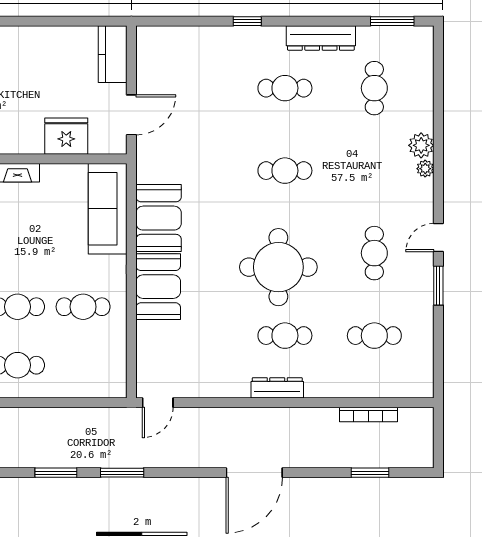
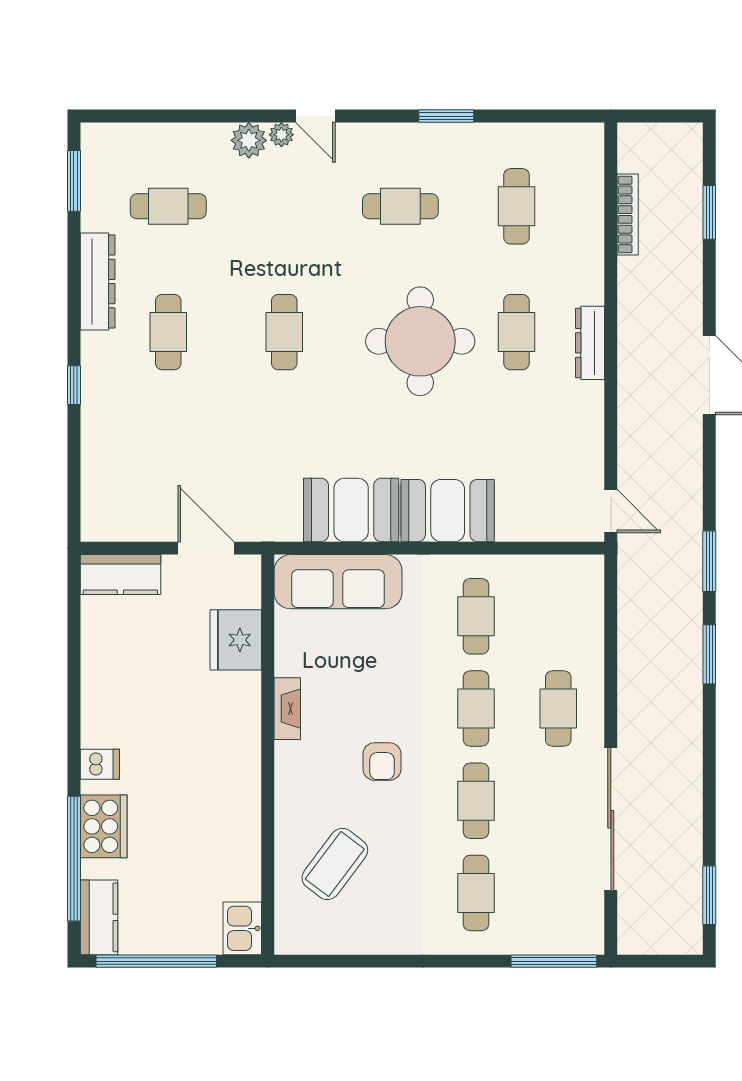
door: (438, 238) -> (315, 116), moved

